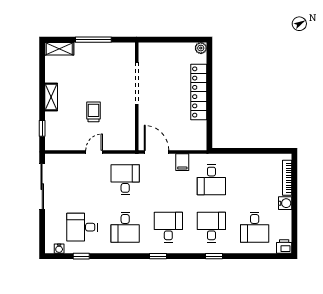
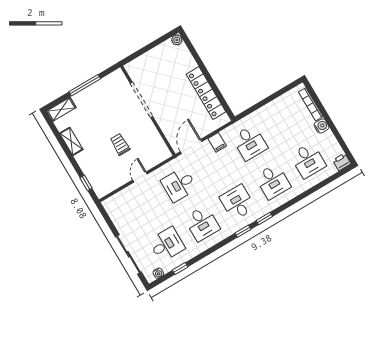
locker: (199, 92) -> (206, 93), moved
shelving: (51, 97) -> (71, 141), moved
door: (156, 152) -> (191, 147), hinge flipped
desk: (125, 180) -> (179, 185), turned -90
sliding door: (42, 187) -> (128, 254), moved
desk: (82, 227) -> (167, 244), turned 180
desk: (211, 227) -> (273, 181), turned 180
window: (214, 256) -> (264, 218), moved

